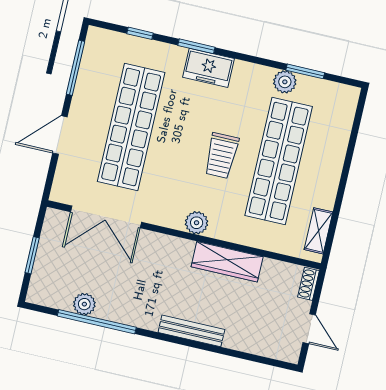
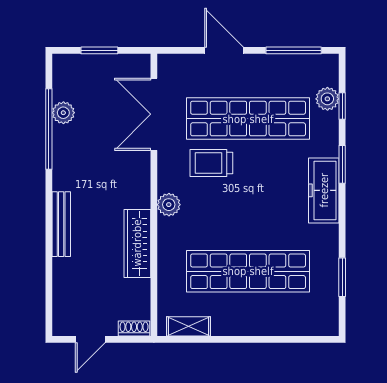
freezer: (208, 68) -> (324, 190), width x1.40
plant: (285, 82) -> (327, 99), moved
trolley: (221, 156) -> (211, 163), moved

